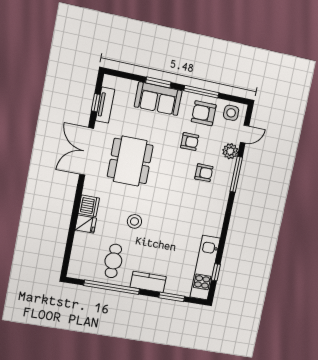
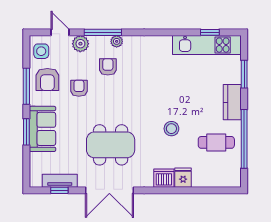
plant: (225, 185) -> (117, 41), added

